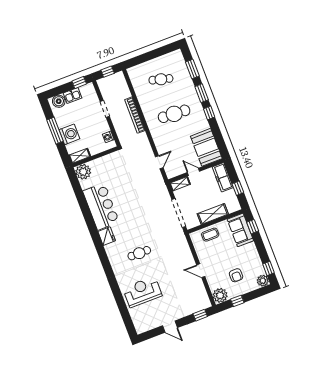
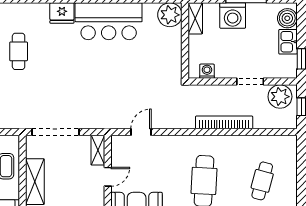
plant: (107, 88) -> (280, 97), added
door: (159, 162) -> (141, 132), swing flipped

